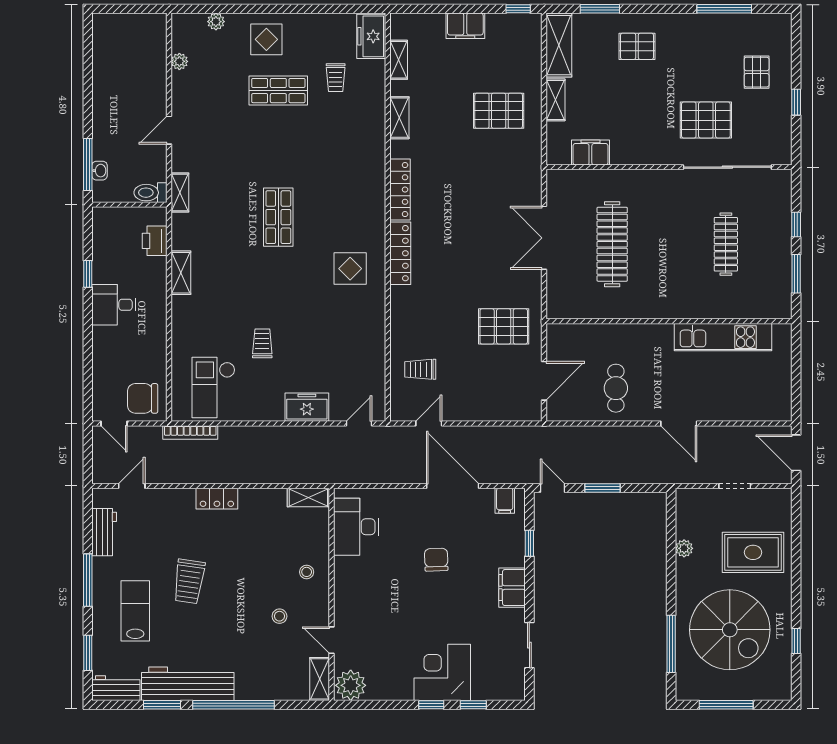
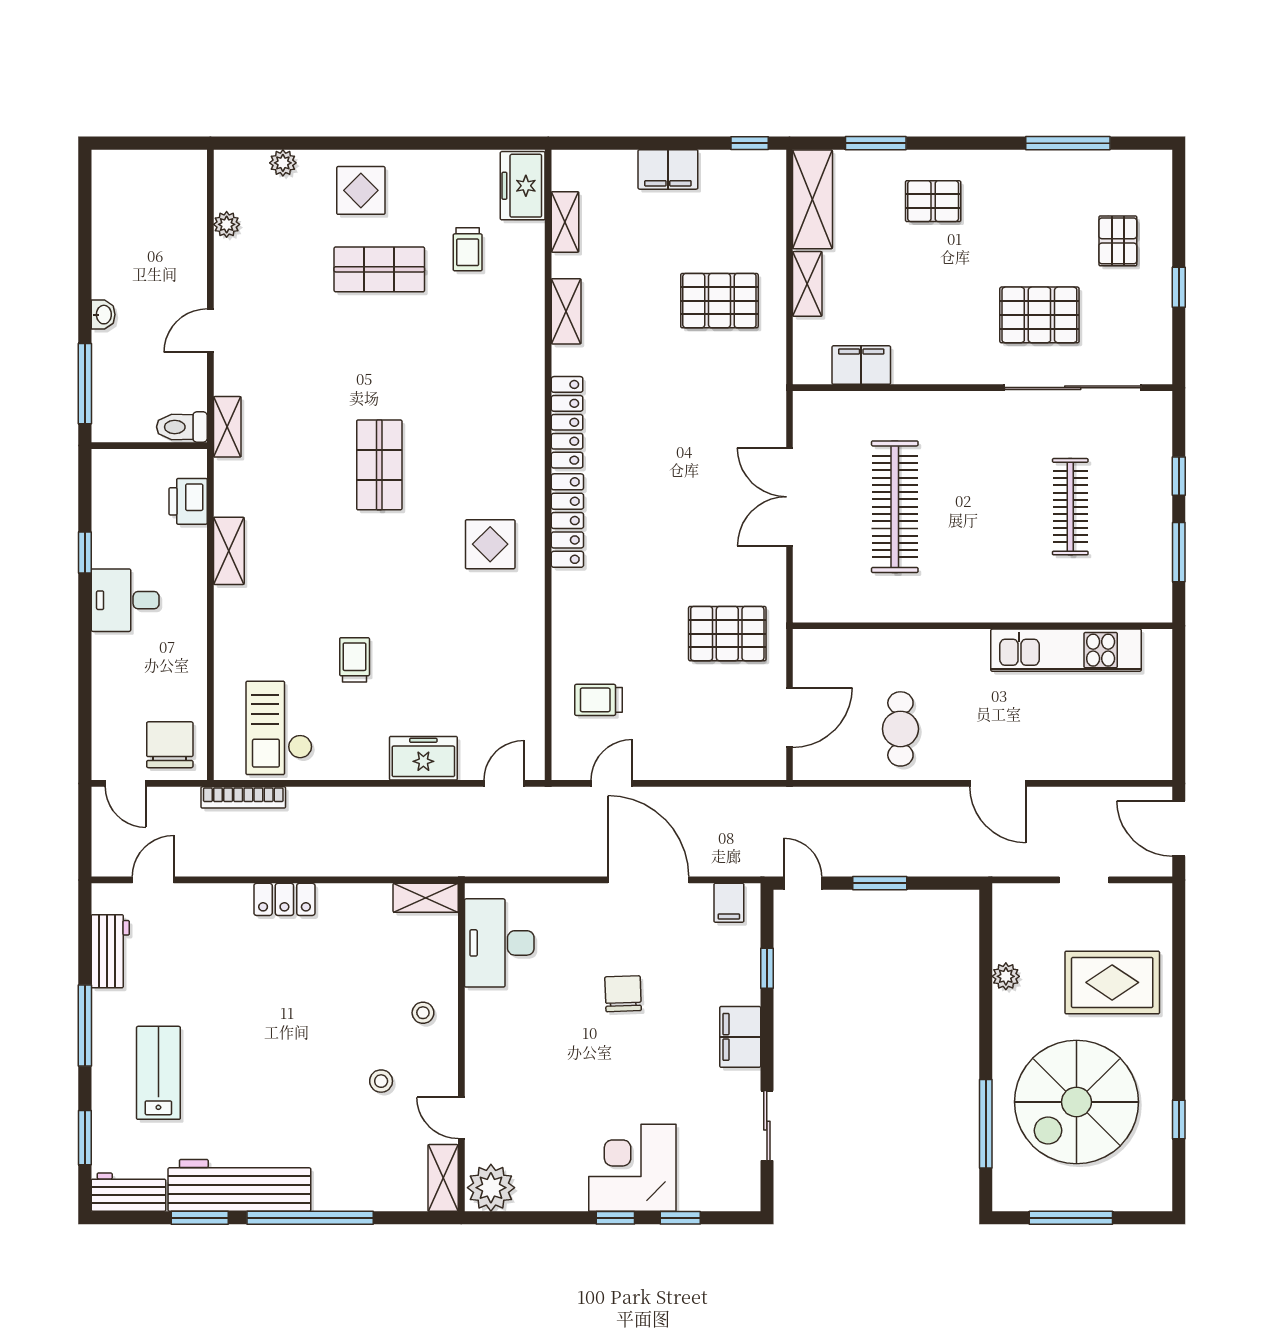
washbasin: (100, 171) -> (103, 315), moved
chair: (143, 398) -> (170, 745), turned 90
trolley: (189, 581) -> (241, 1027), removed
spiral stairs: (730, 630) -> (1076, 1102), turned 90

